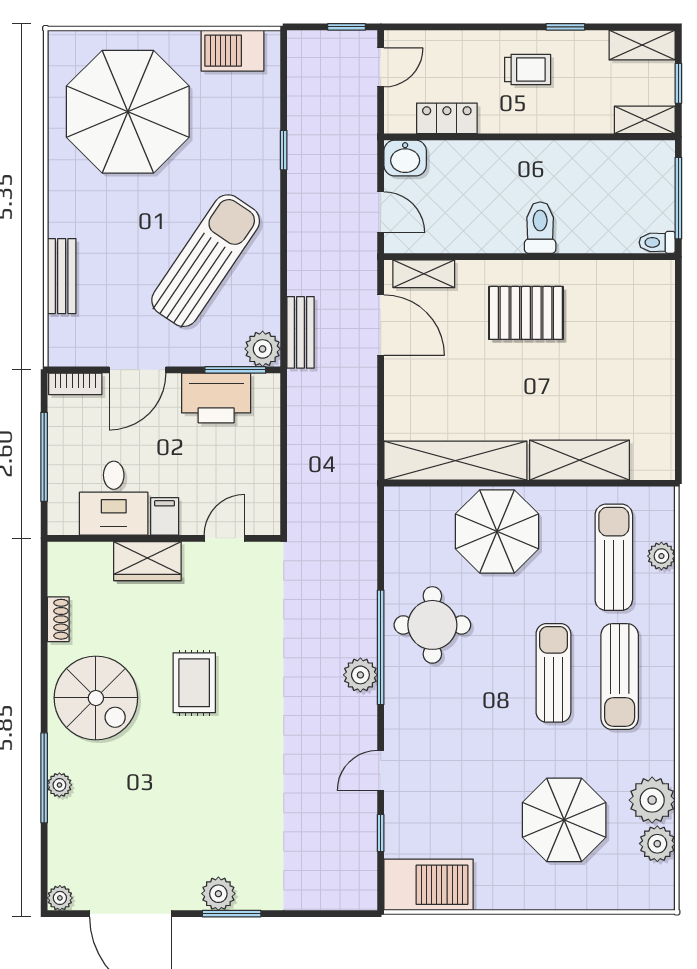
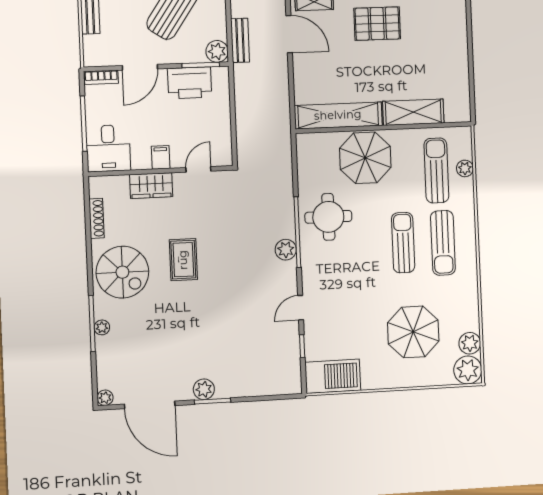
desk: (114, 498) -> (108, 148), moved
shoe rack: (58, 619) -> (96, 218), width x1.43
plant: (652, 800) -> (468, 370), moved

